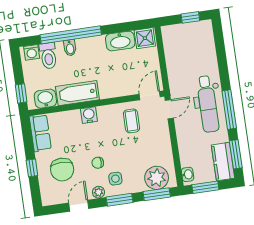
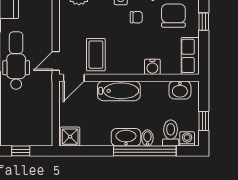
washbasin: (120, 41) -> (126, 137), moved
window: (21, 93) -> (204, 121), moved
bathtub: (77, 93) -> (119, 91), moved
water cooler: (89, 115) -> (152, 67), moved
coffee table: (131, 121) -> (96, 55), width x1.36, depth x1.30

